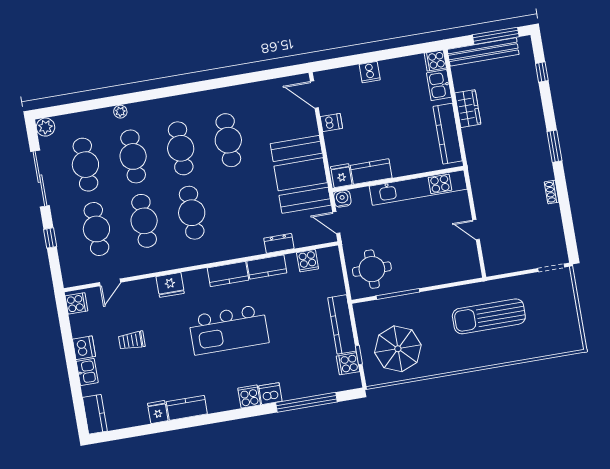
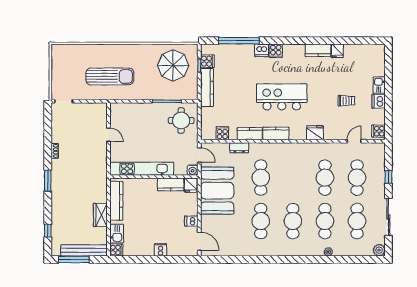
cafe table: (192, 213) -> (261, 178), moved
kitchen counter: (95, 414) -> (379, 56), removed

